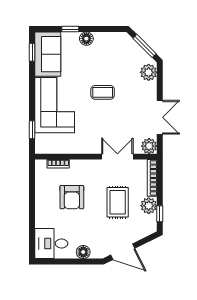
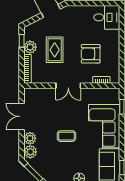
plant: (149, 146) -> (30, 138), moved
double door: (117, 157) -> (68, 86), moved
armchair: (72, 197) -> (91, 54), turned -90
floor lamp: (83, 252) -> (82, 11), removed

